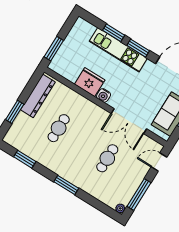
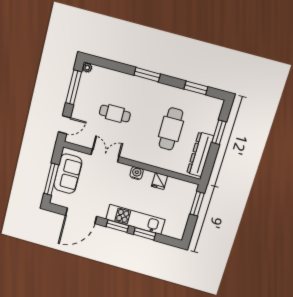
fridge: (90, 82) -> (160, 181), width x0.53, depth x0.75
double door: (129, 121) -> (105, 156), width x0.73
cafe table: (59, 128) -> (171, 129), width x1.37, depth x1.35
cafe table: (107, 158) -> (115, 114), turned 90

